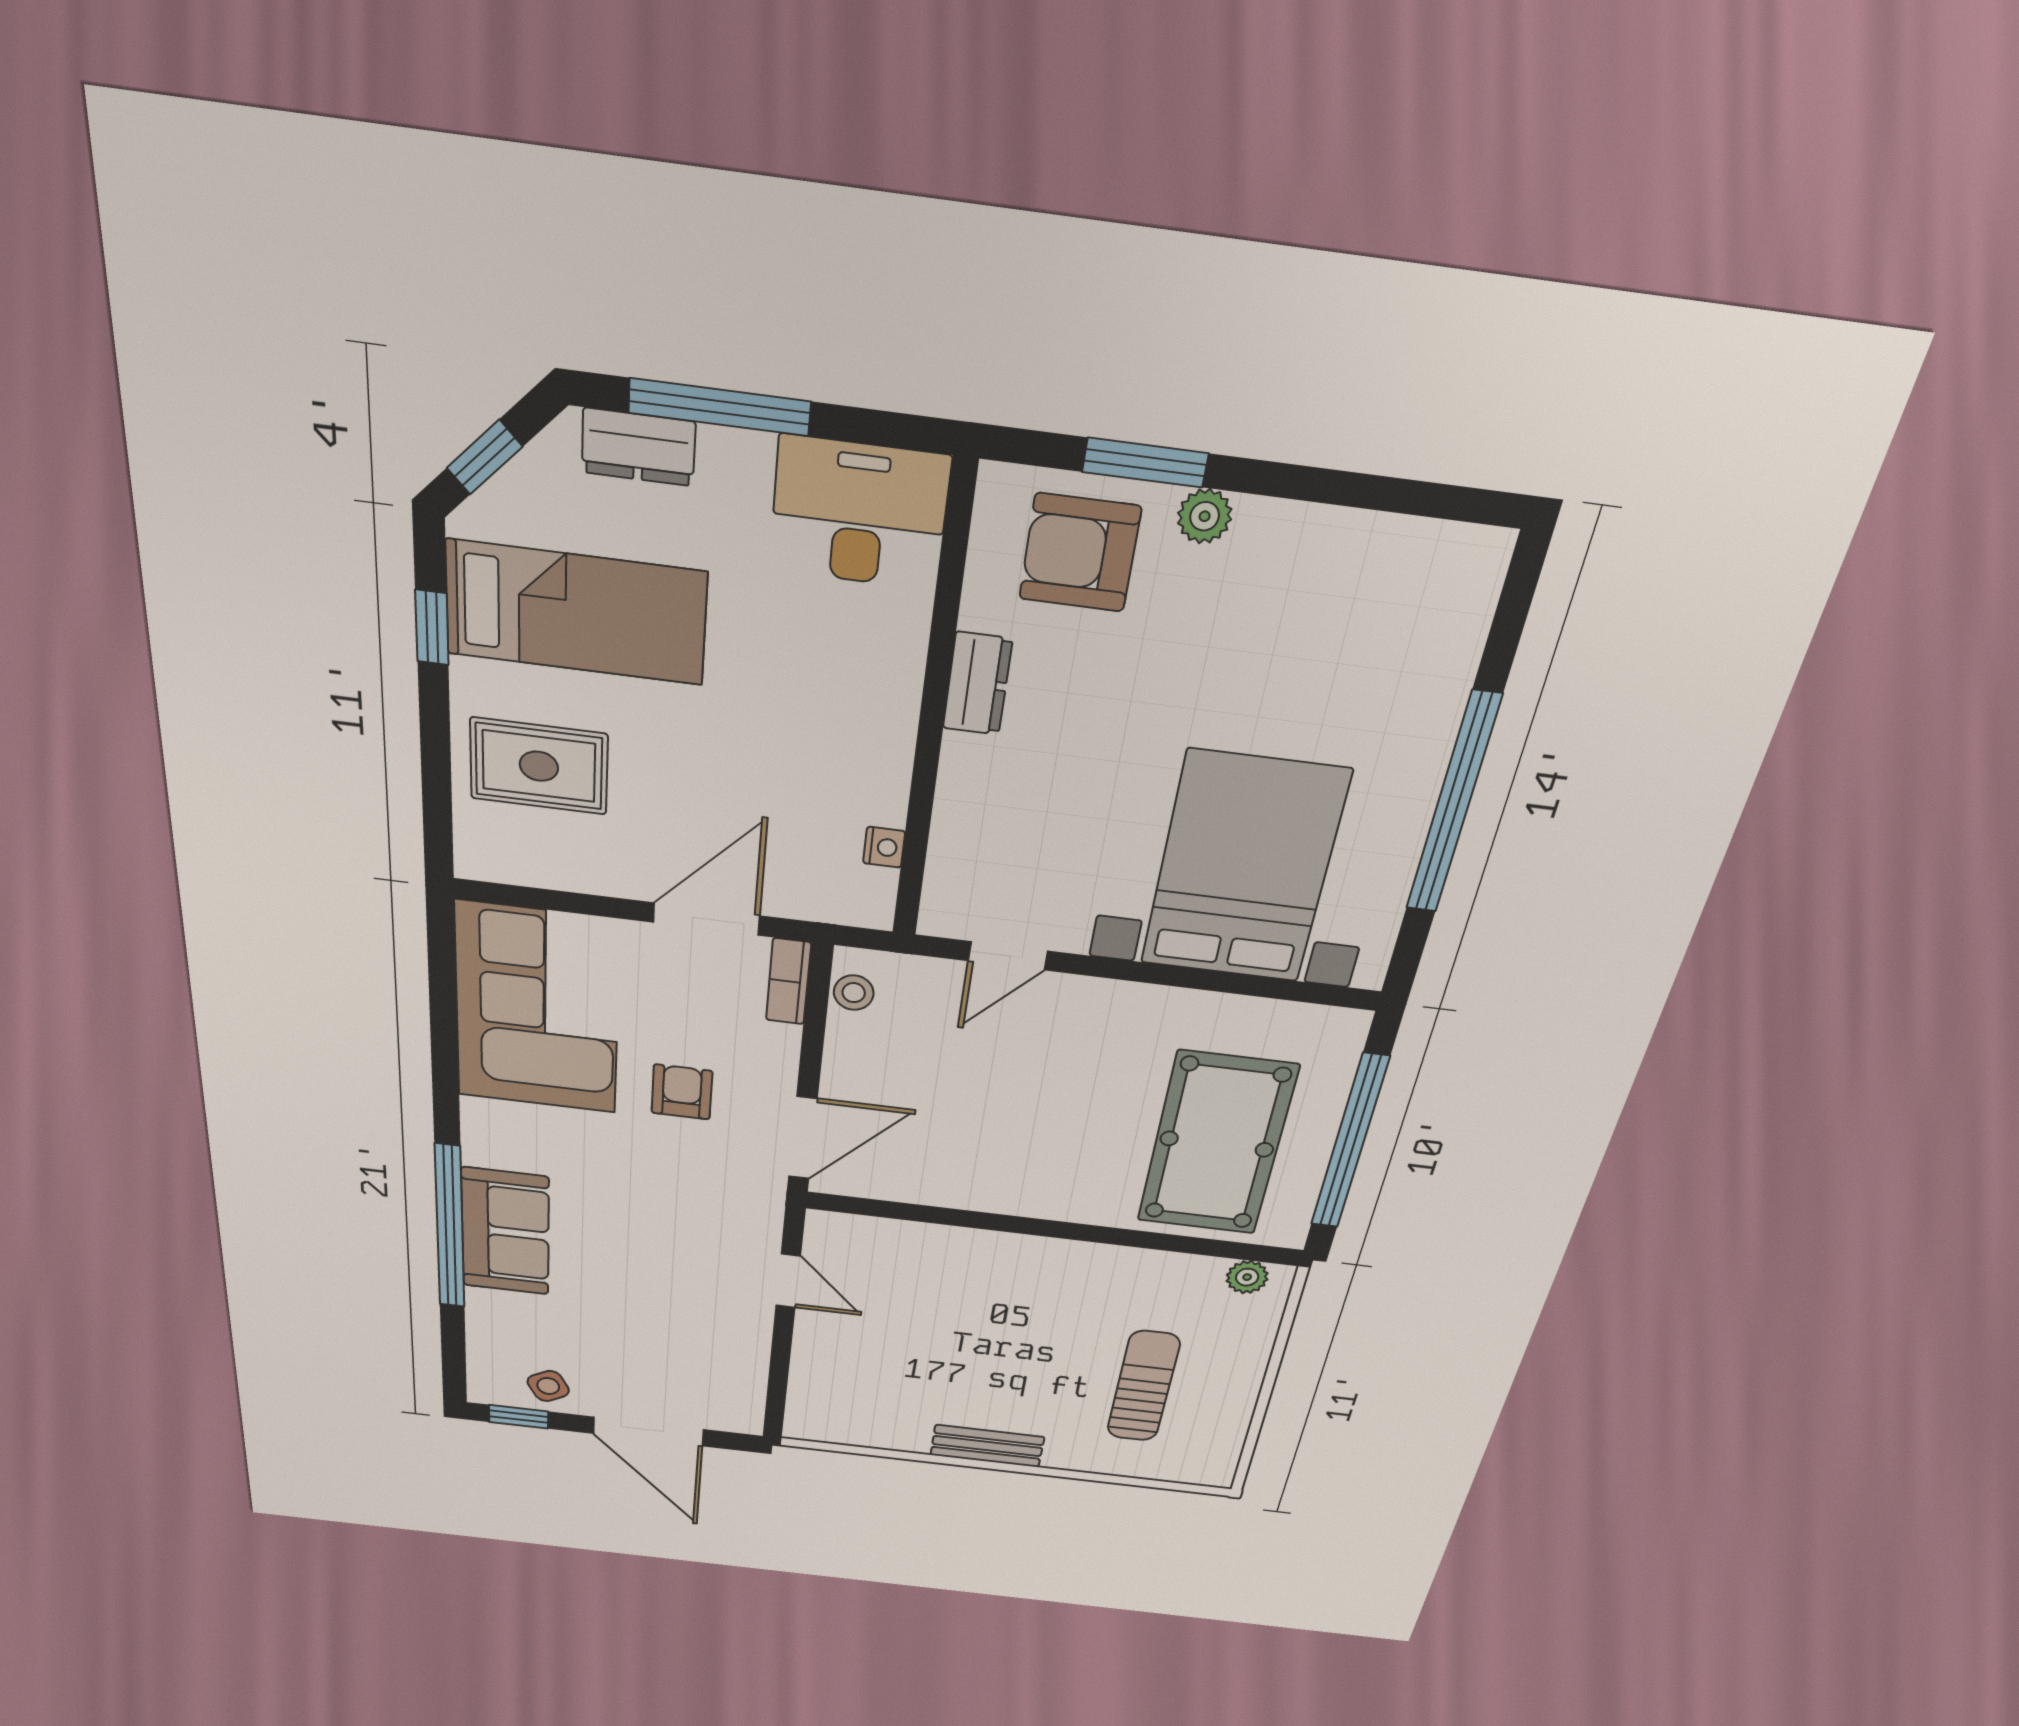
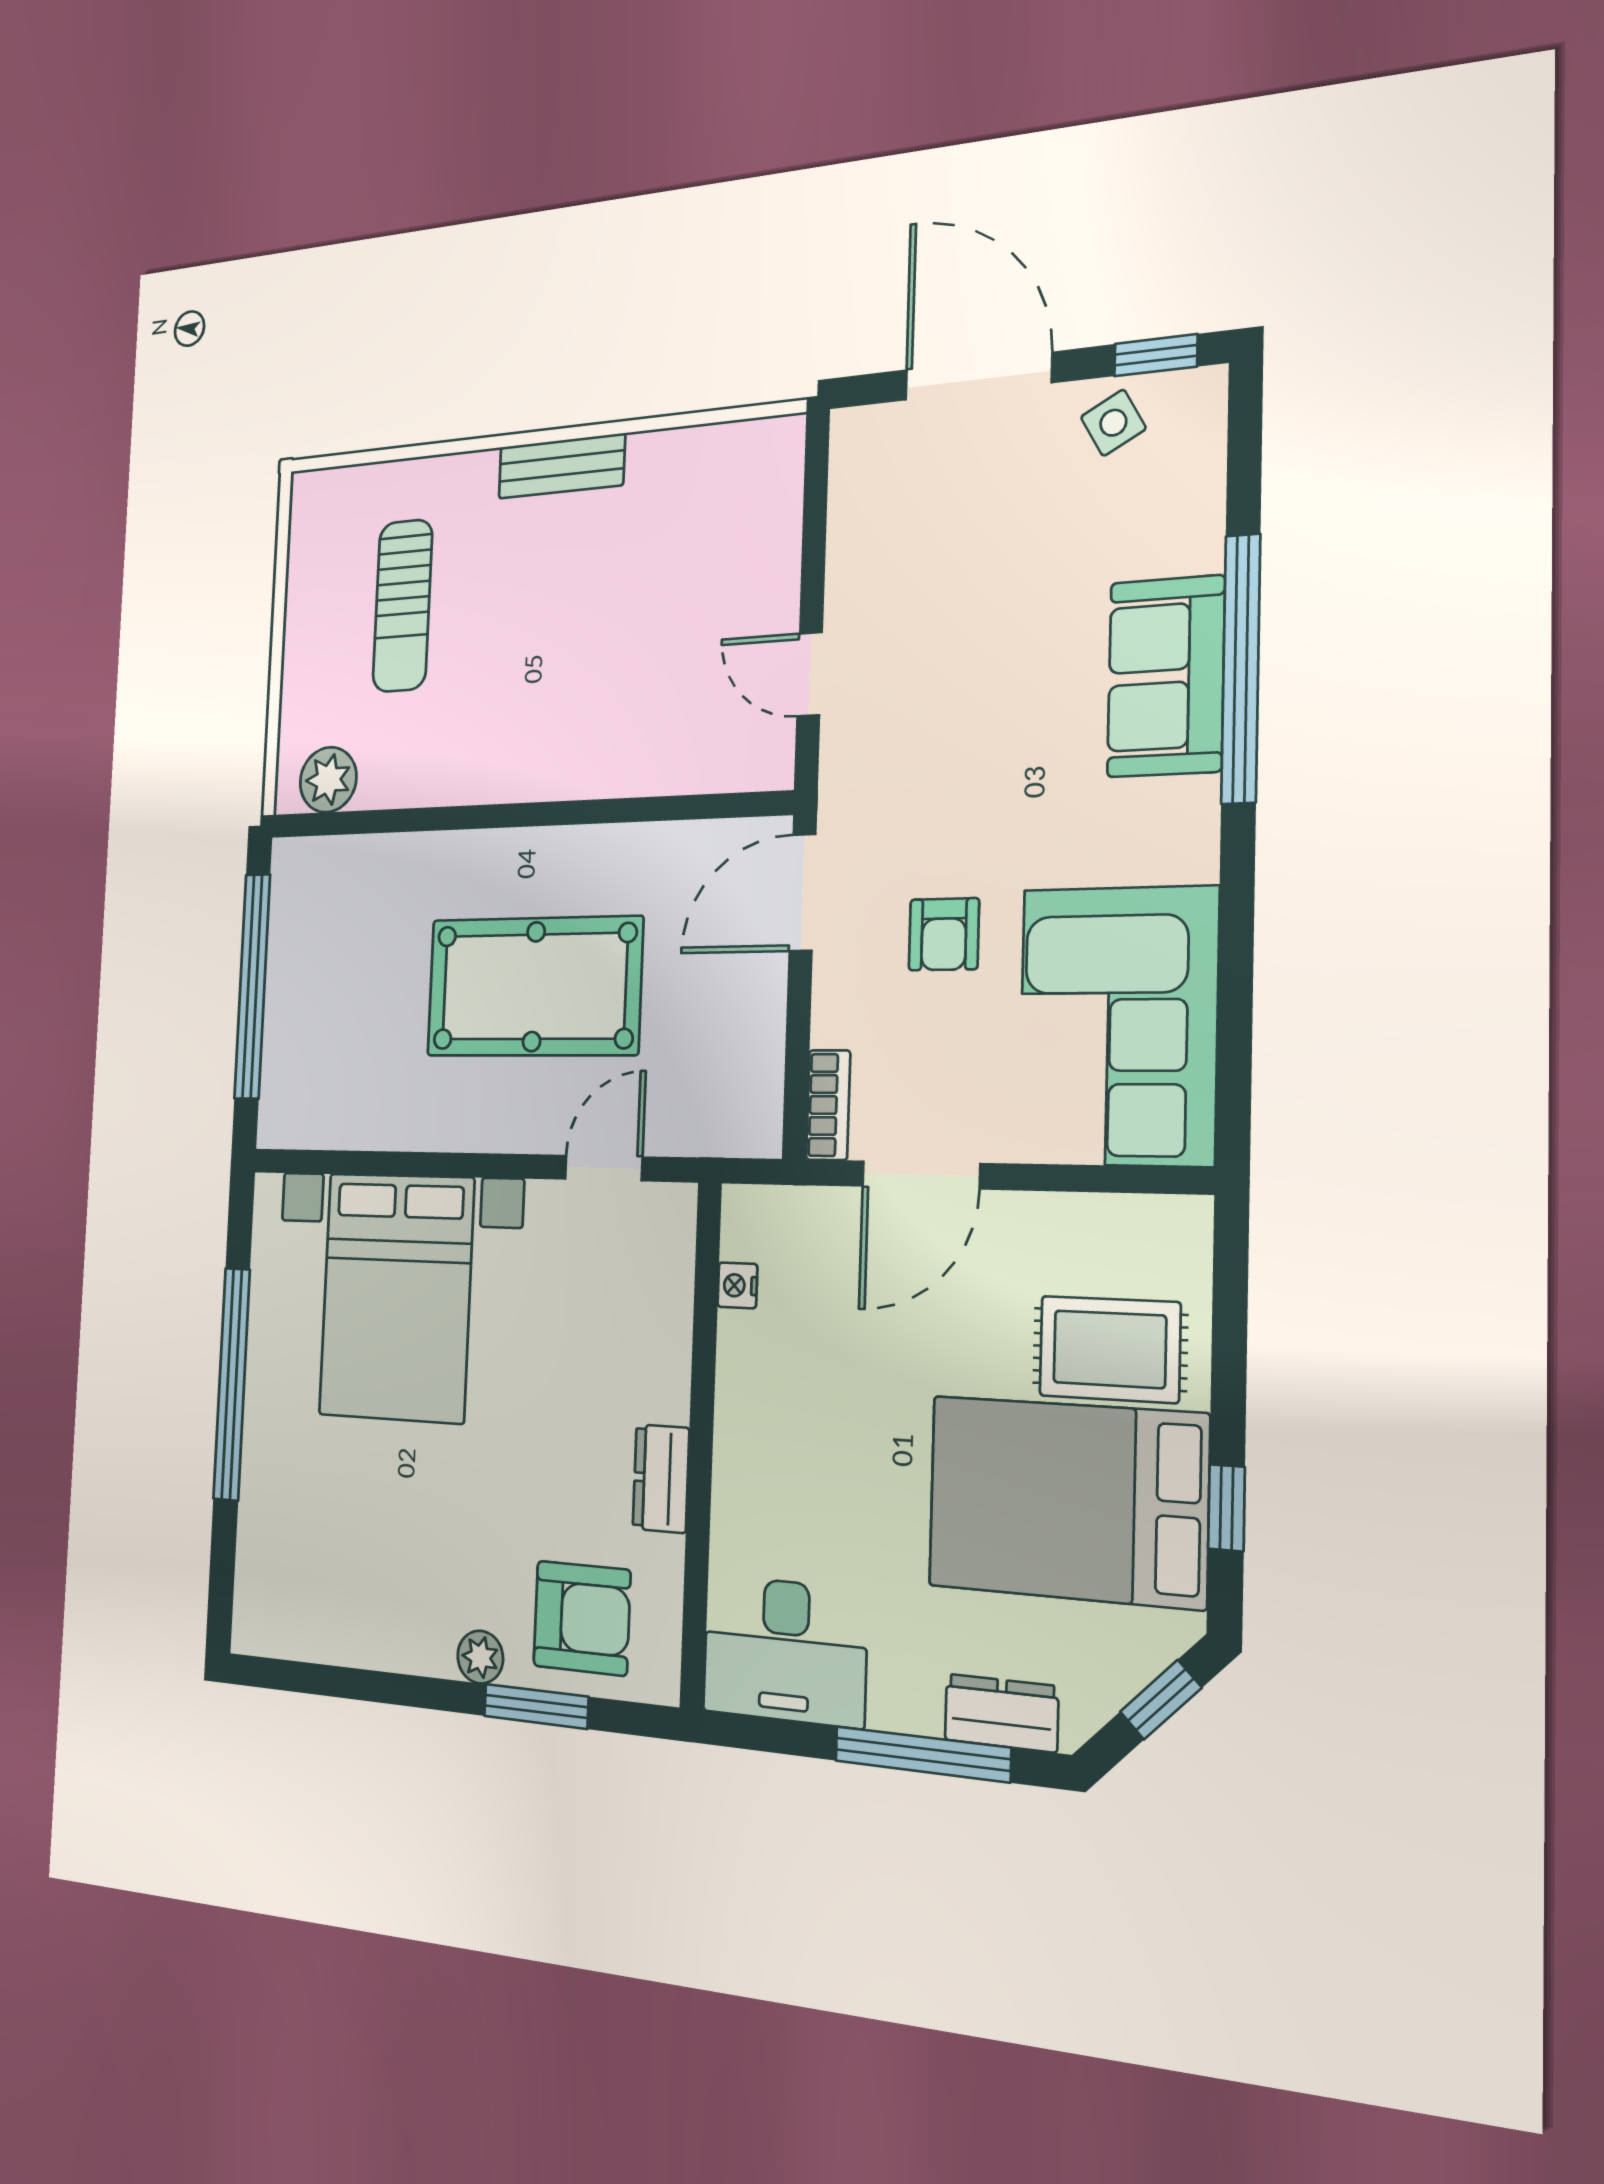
bed: (576, 613) -> (1067, 1501), width x1.50
stool: (854, 993) -> (757, 1100), removed
pool table: (1217, 1144) -> (534, 987), moved, turned 90
plant: (1247, 1277) -> (328, 780), width x1.38, depth x1.38

